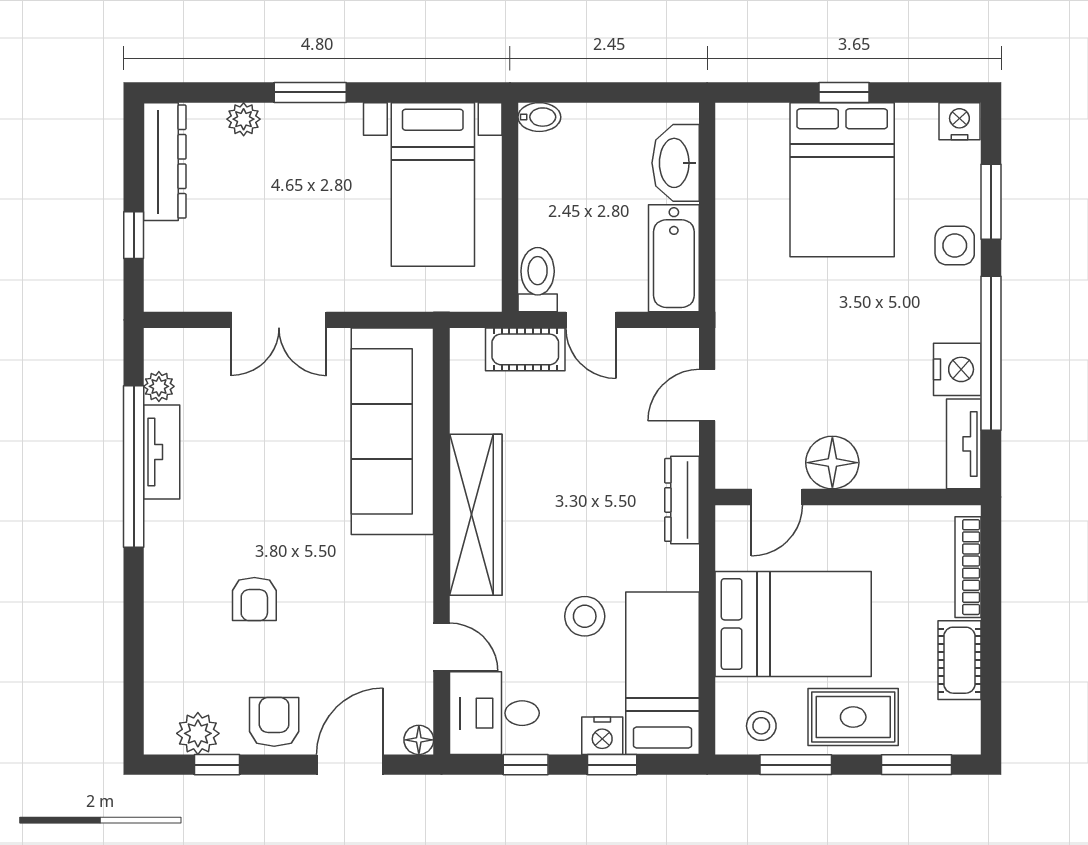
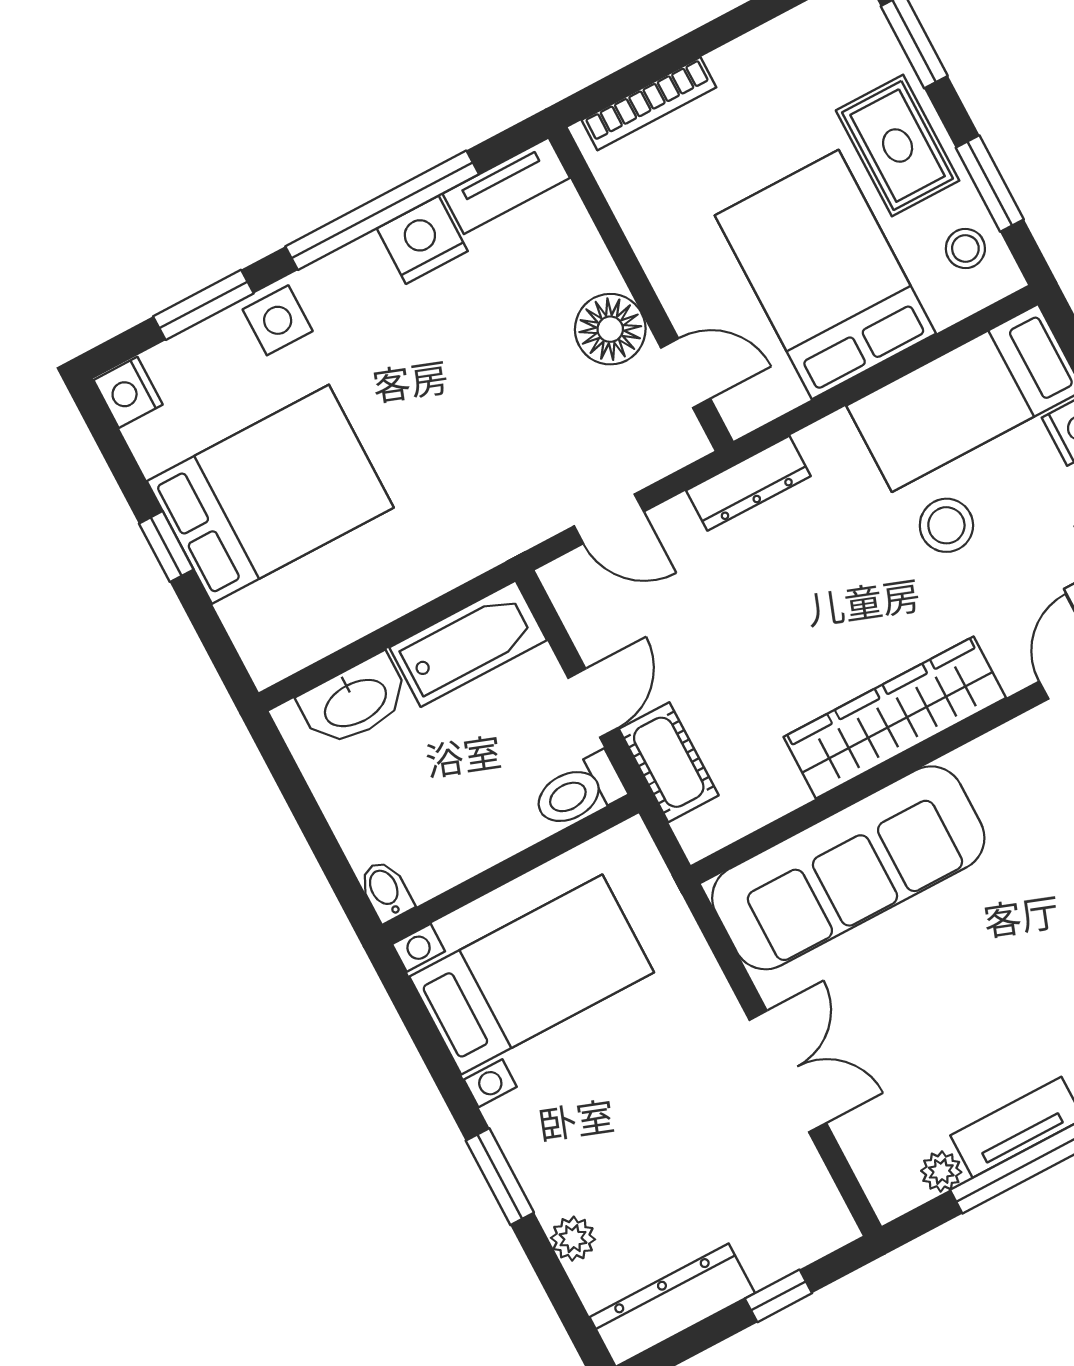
cot: (959, 660) -> (764, 56), removed

